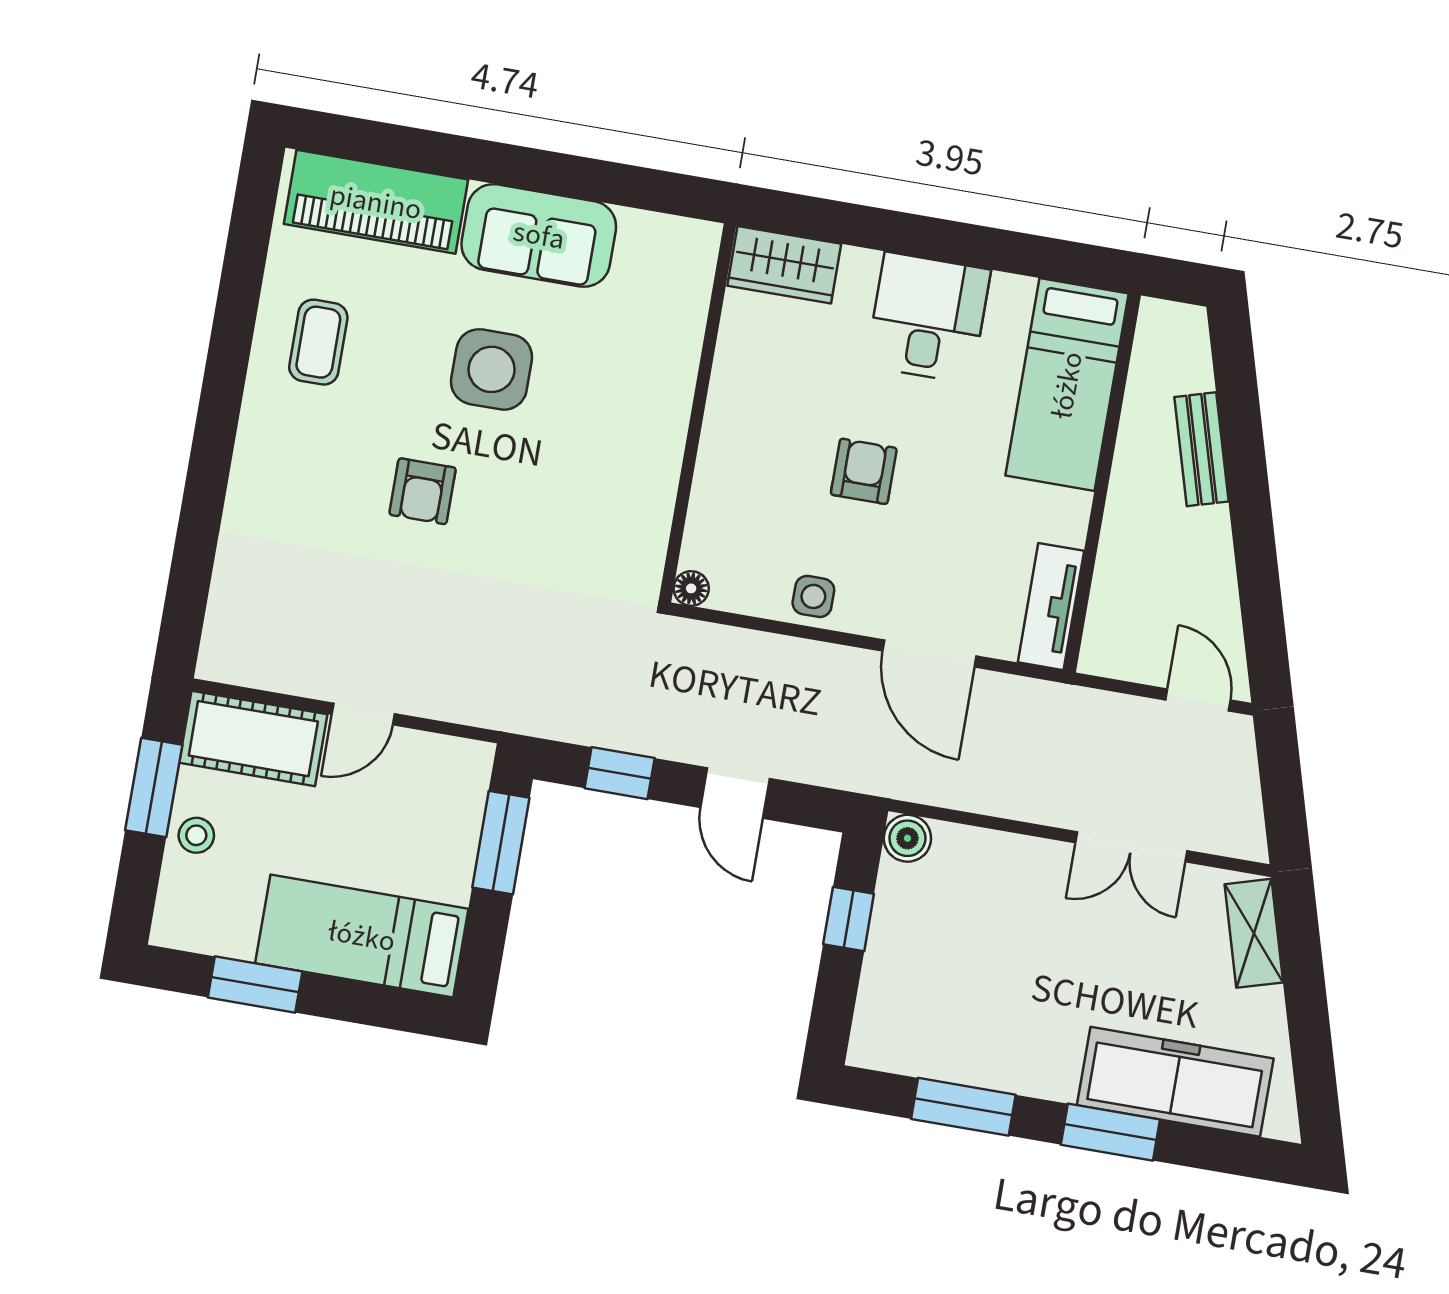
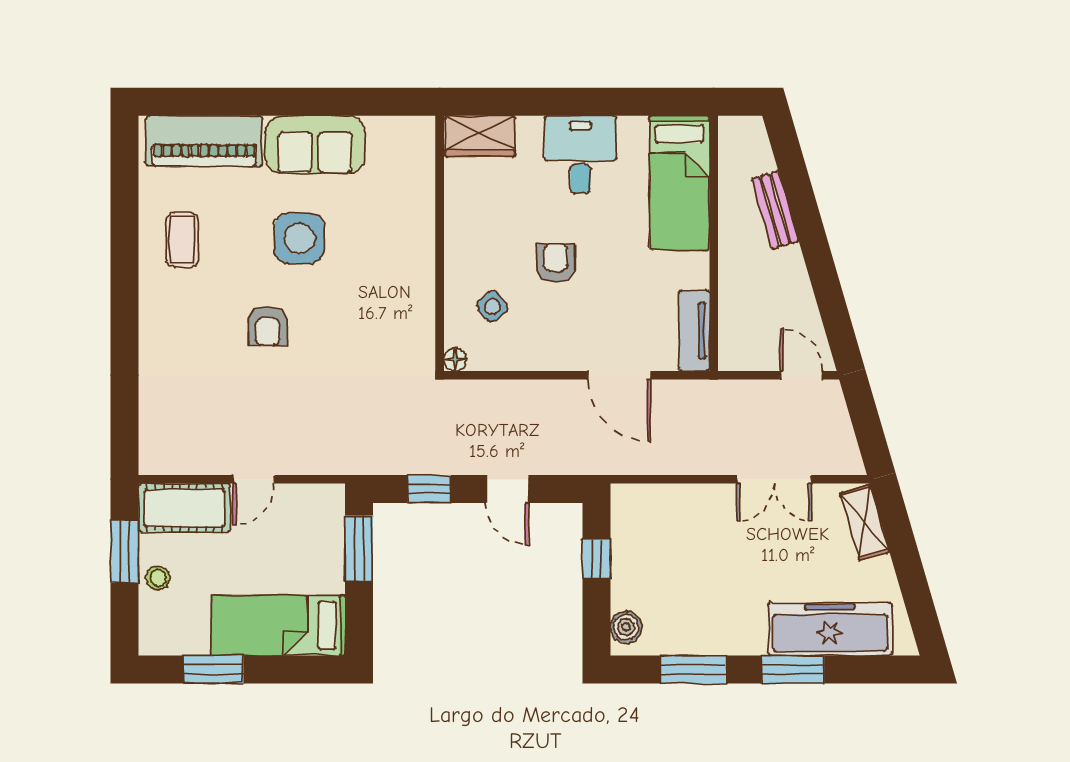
side table: (813, 596) -> (492, 306), moved, turned -38
boiler: (907, 838) -> (626, 627), moved

